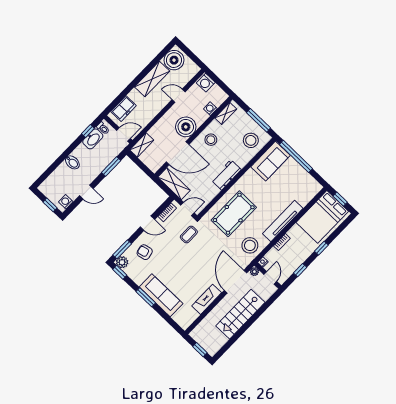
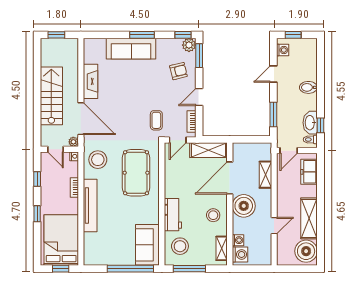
washing machine: (206, 83) -> (240, 254), moved, turned 90
shelving: (142, 145) -> (265, 175), moved
workbench: (226, 175) -> (173, 215), moved

